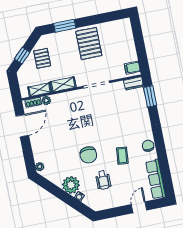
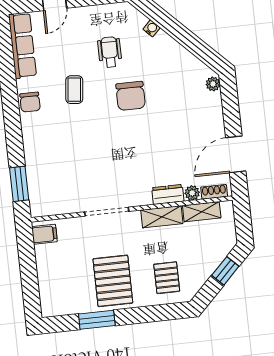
window: (65, 26) -> (97, 320), moved
pallet: (42, 58) -> (167, 278), moved
dresser: (133, 83) -> (168, 194), moved
chair: (88, 155) -> (131, 96), turned 180
plant: (71, 185) -> (164, 49), removed

